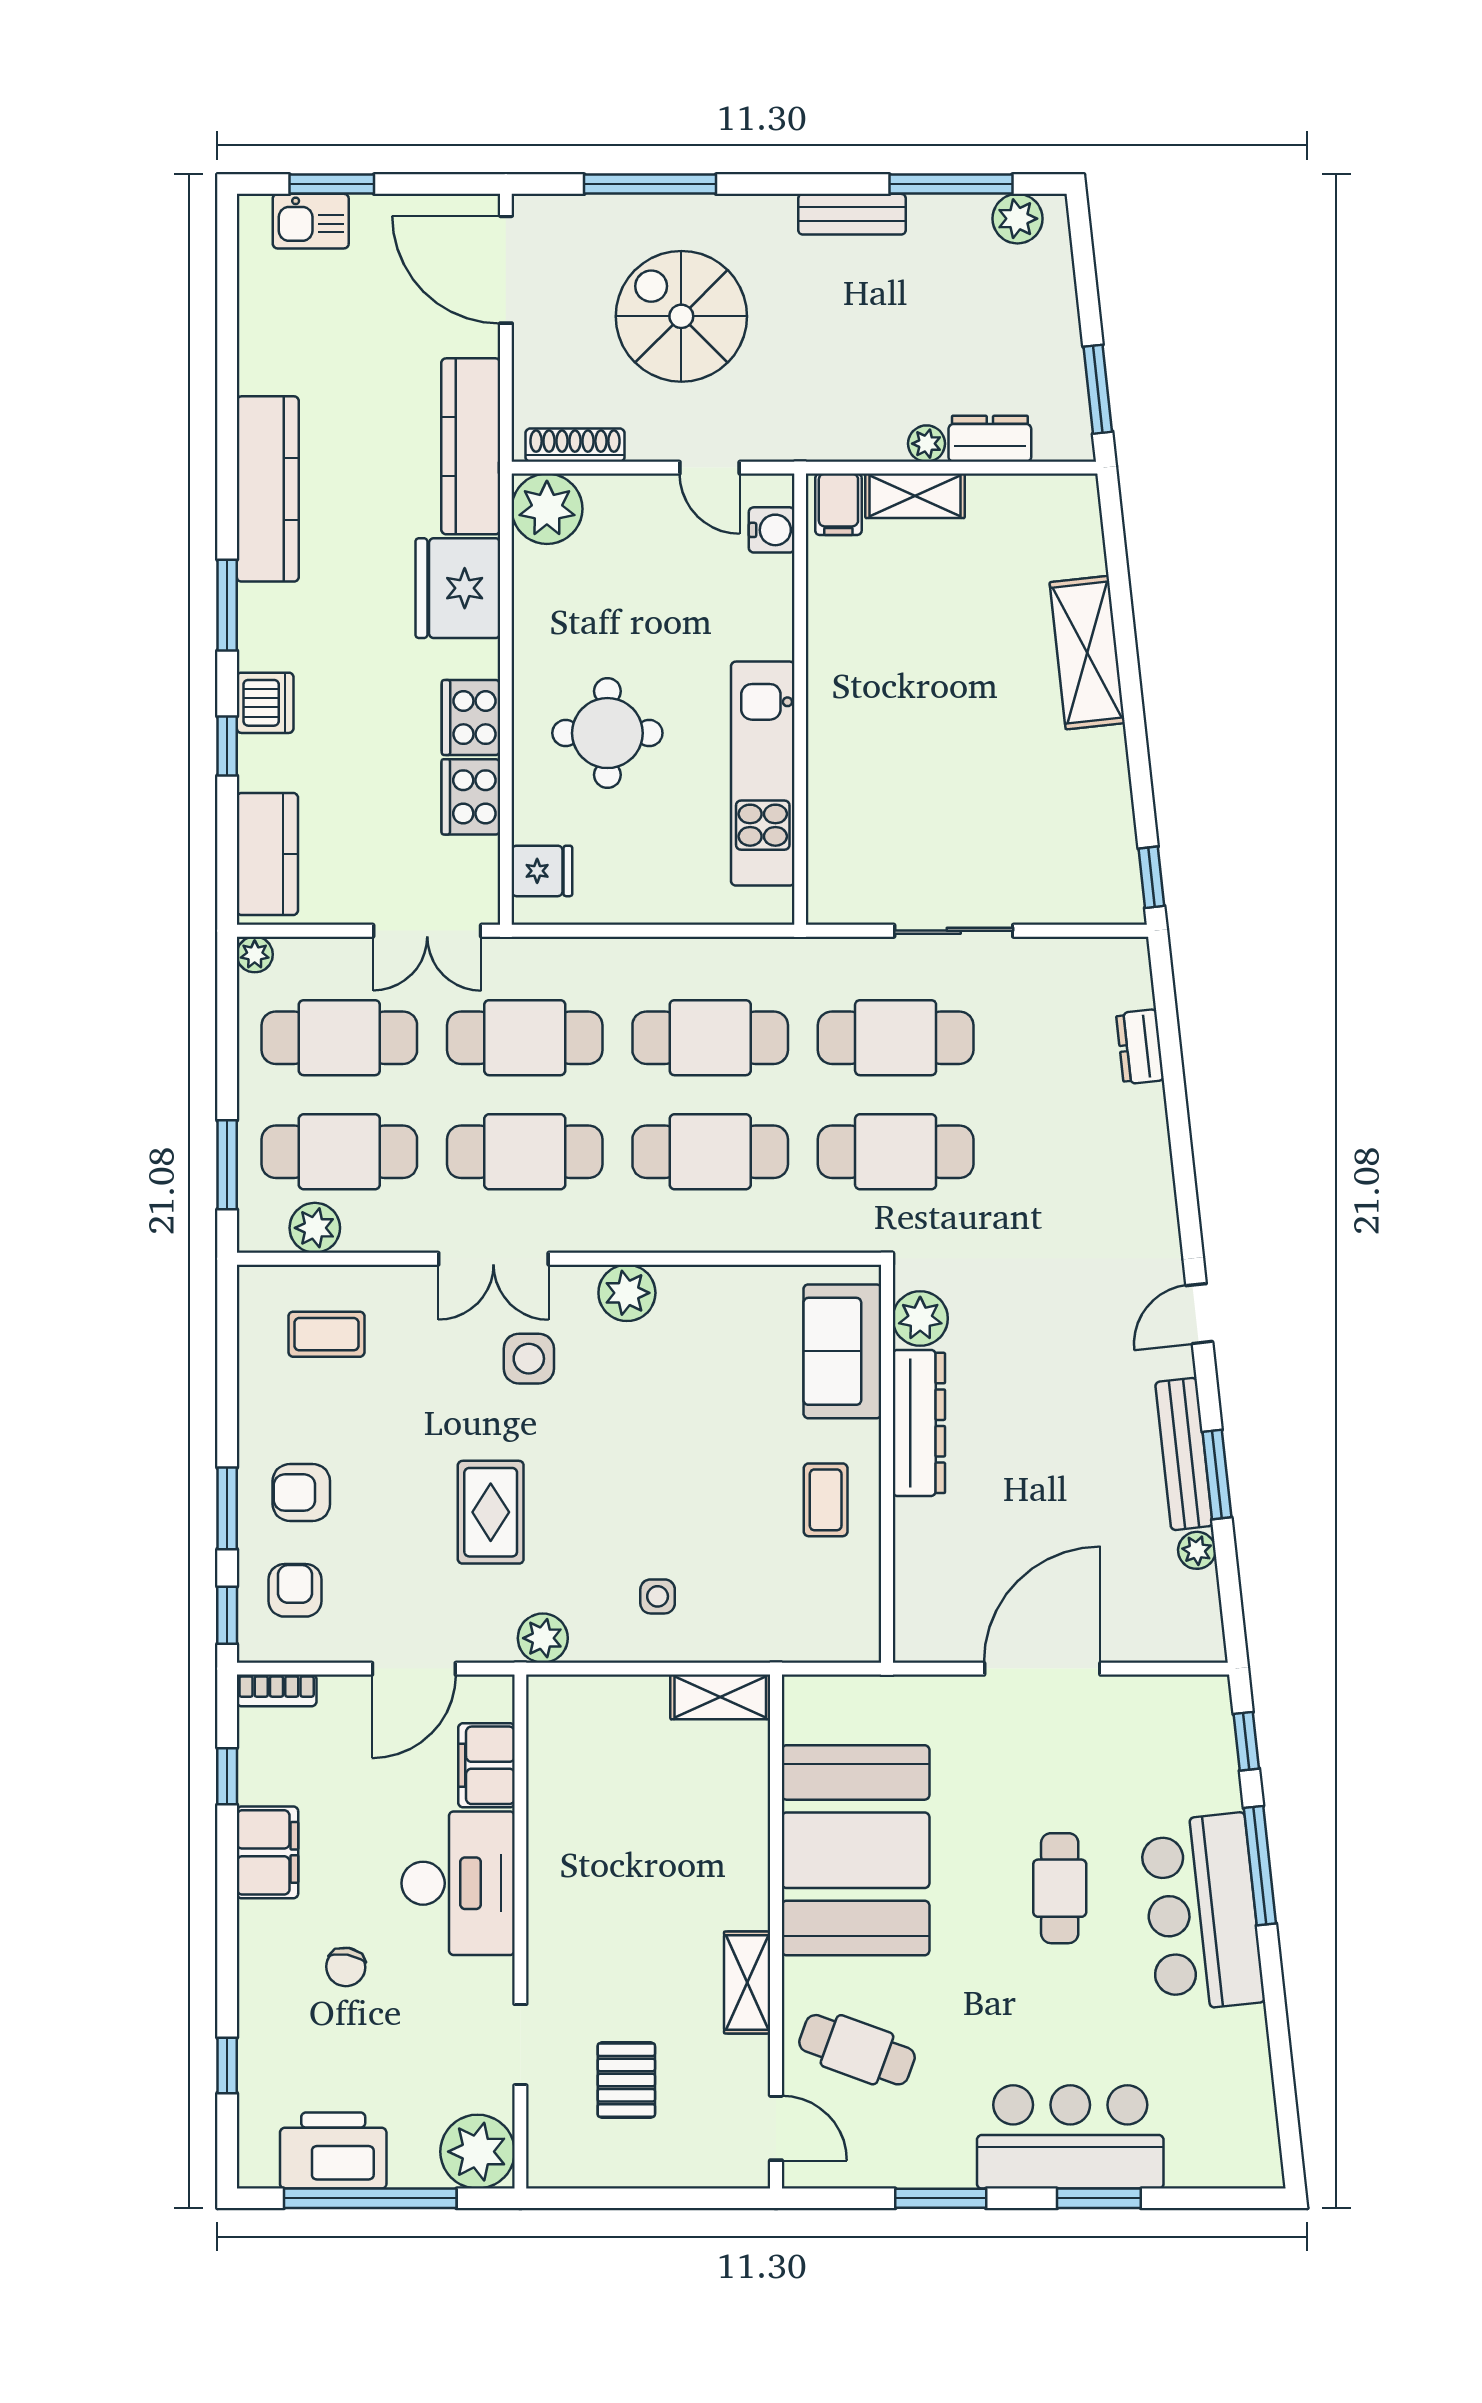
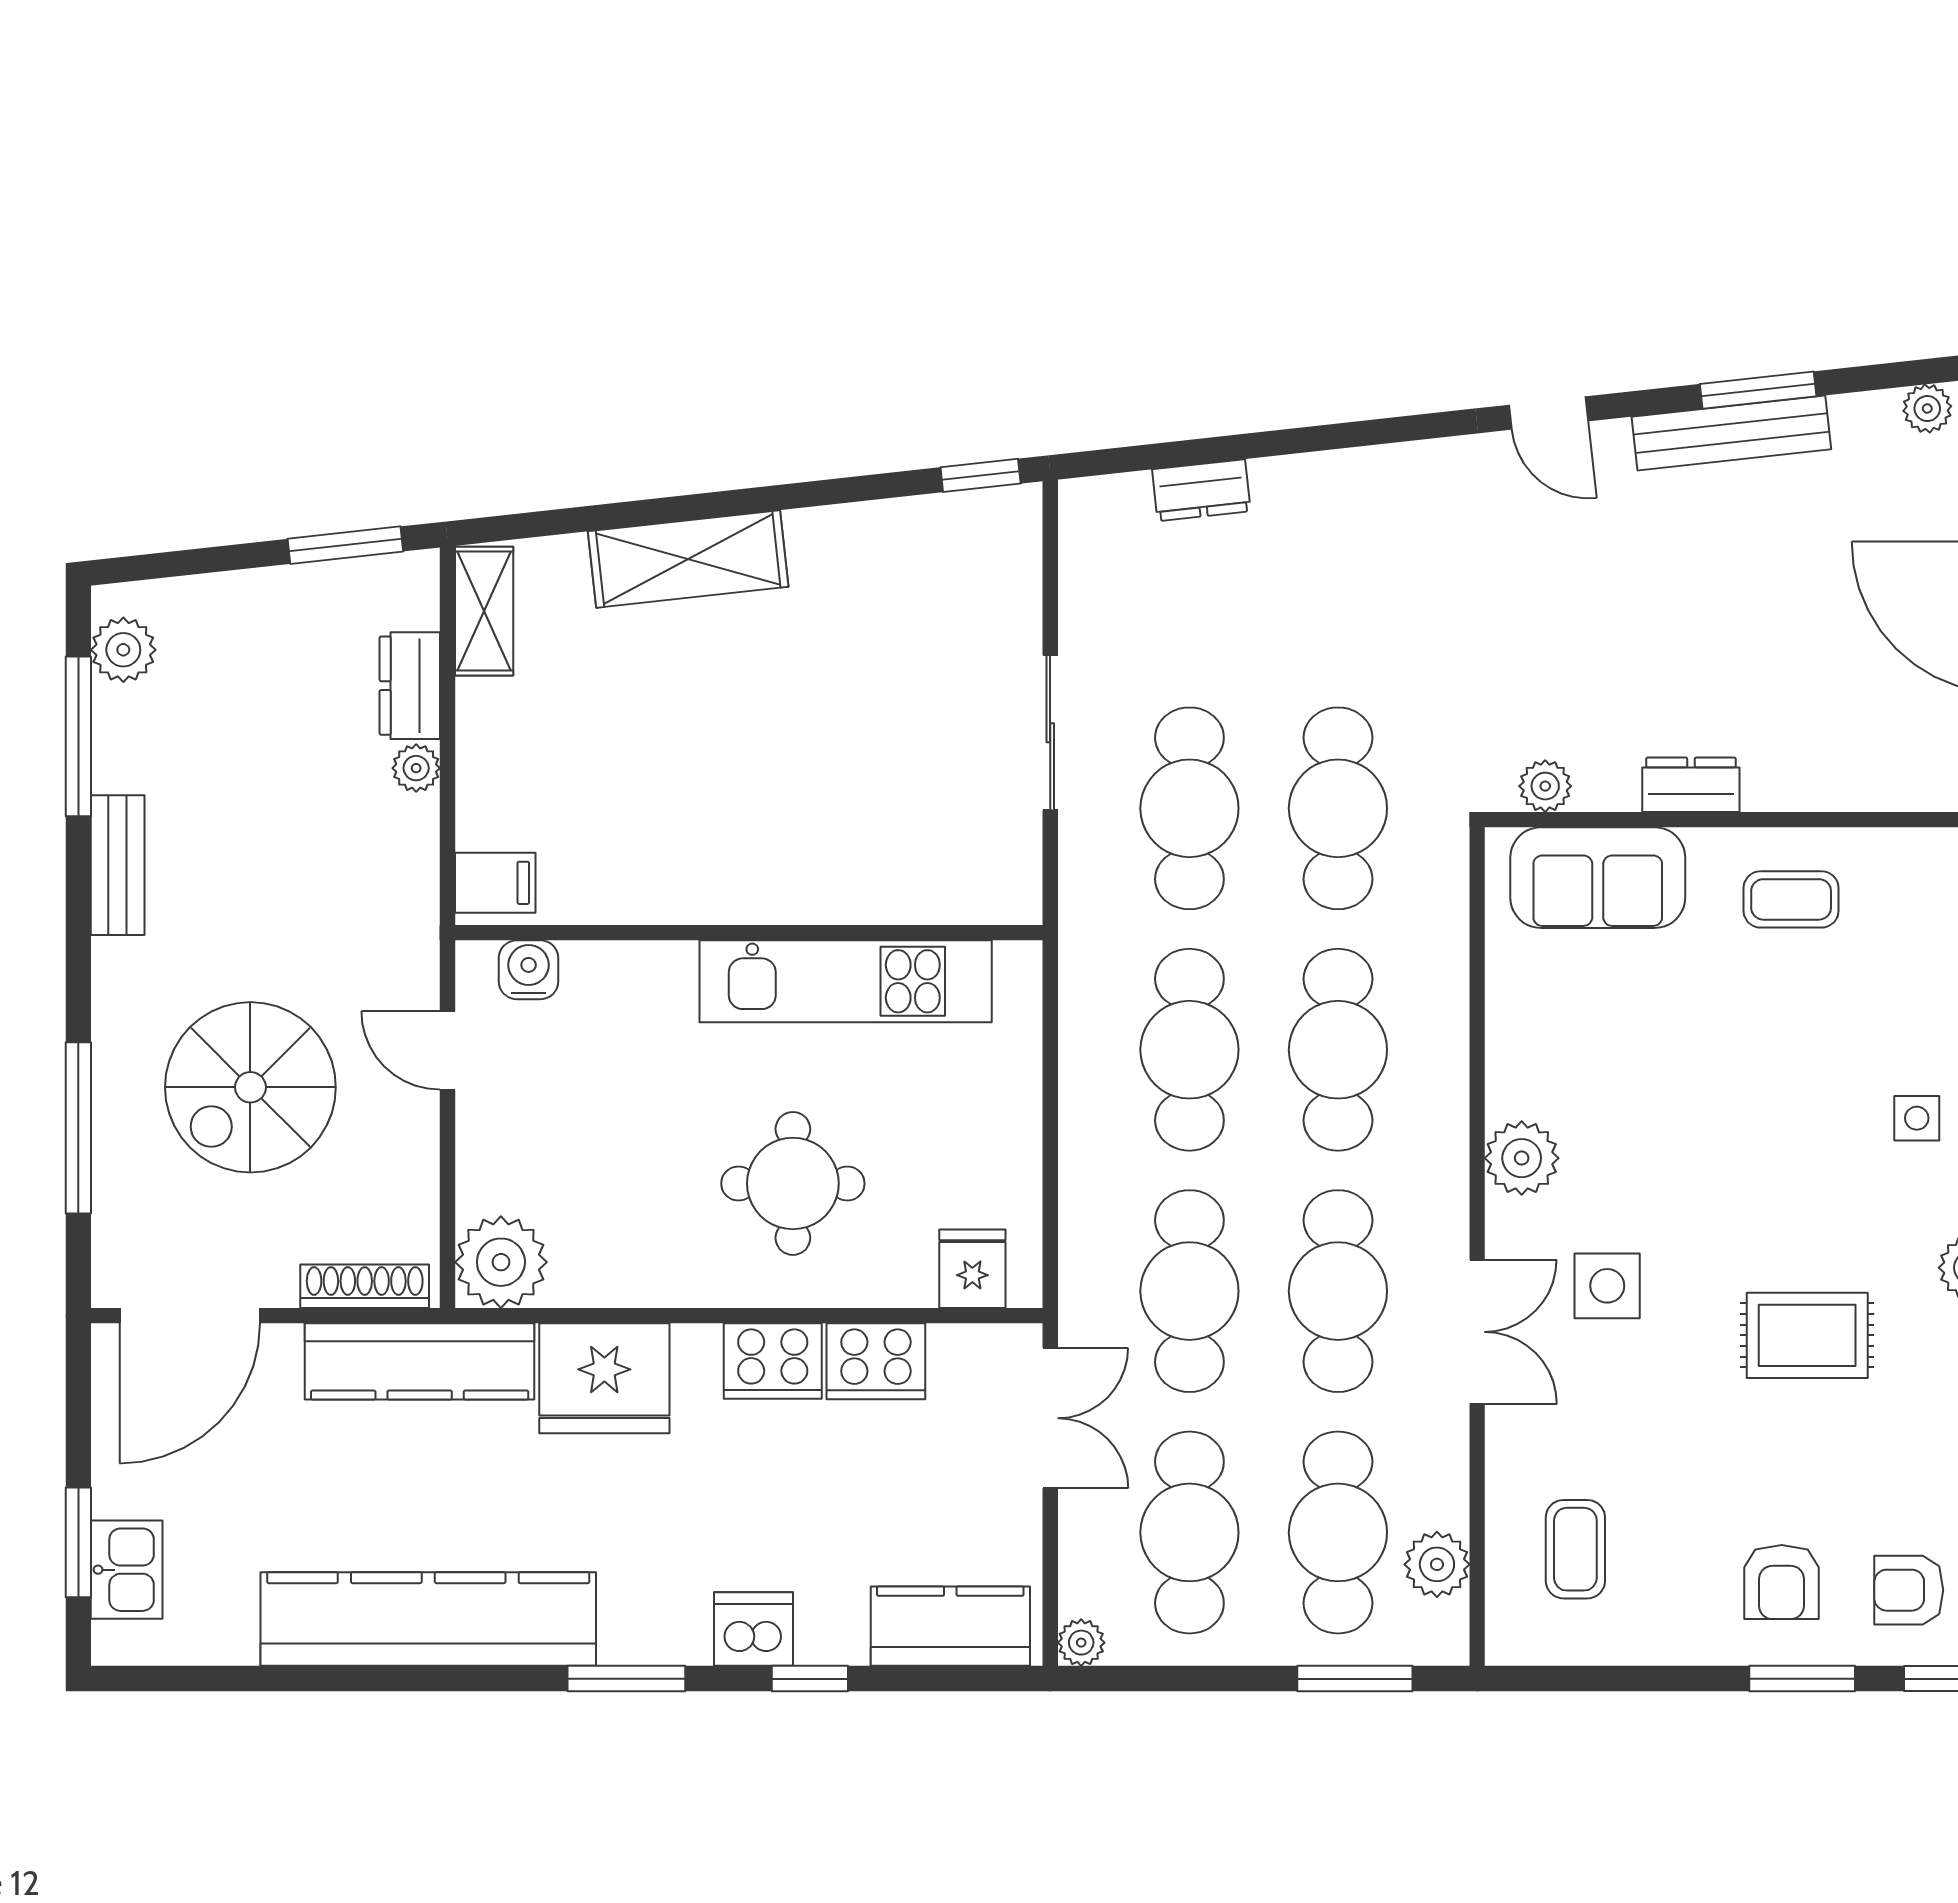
shoe rack: (575, 445) -> (365, 1286), moved, turned 90
door: (710, 468) -> (447, 1050), swing flipped
kitchen counter: (268, 489) -> (428, 1619), width x1.39, depth x1.17
shelving: (915, 496) -> (484, 611), moved
plant: (920, 1318) -> (1545, 786), width x0.73, depth x0.73
dresser: (919, 1423) -> (1691, 785), width x0.51, depth x0.80
plant: (1197, 1550) -> (1927, 409), moved

